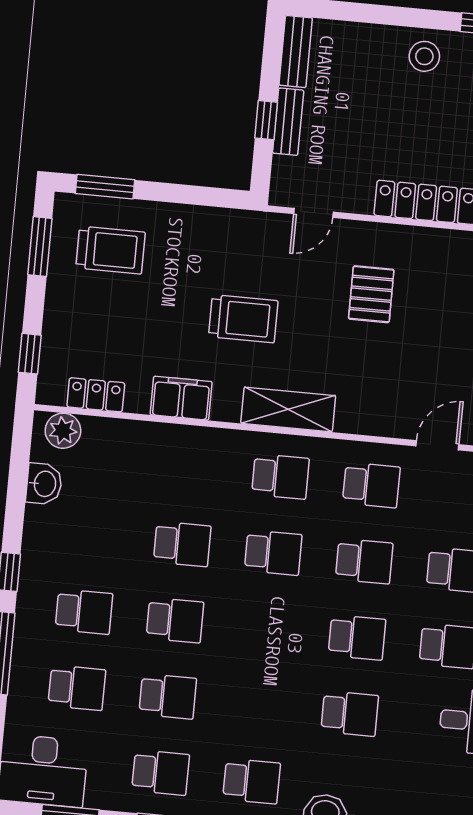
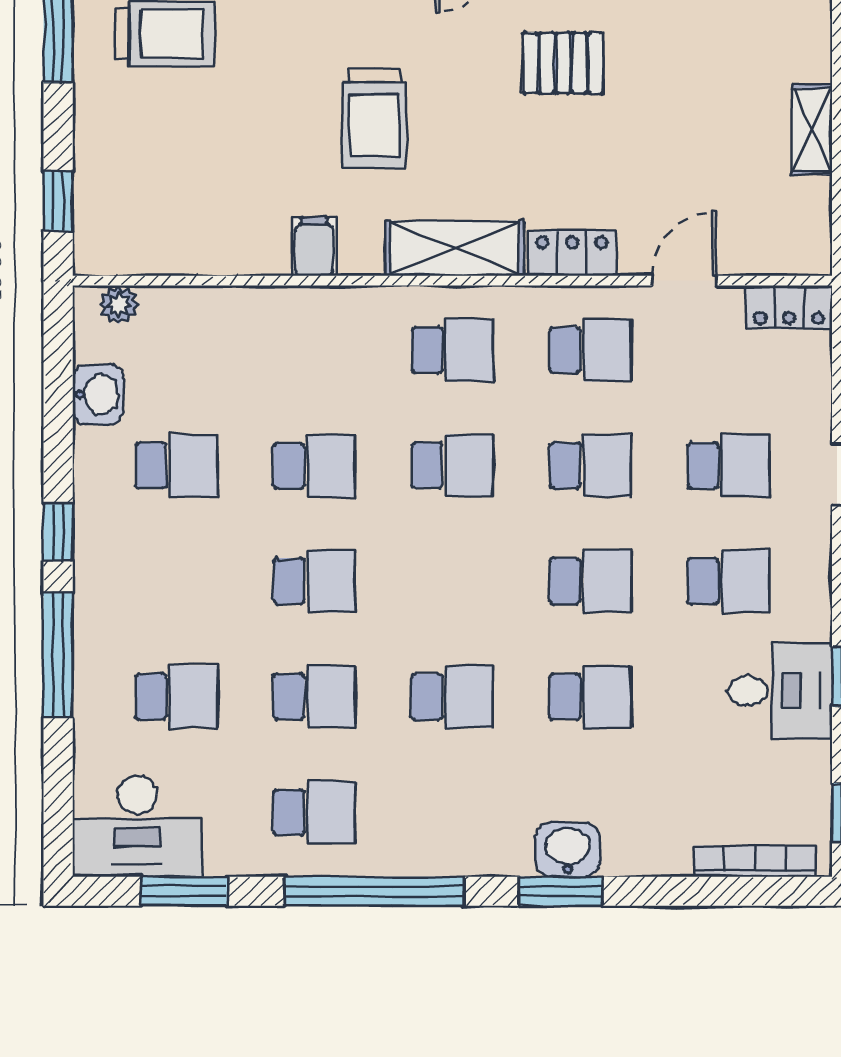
pallet: (371, 294) -> (563, 63), turned 90
trolley: (243, 319) -> (374, 118), turned 90
locker: (96, 395) -> (572, 254), moved
filing cabinet: (181, 398) -> (314, 246), width x0.50
plant: (63, 431) -> (119, 305), width x0.73, depth x0.73
school desk: (84, 612) -> (176, 466), moved
school desk: (252, 781) -> (452, 697), moved

